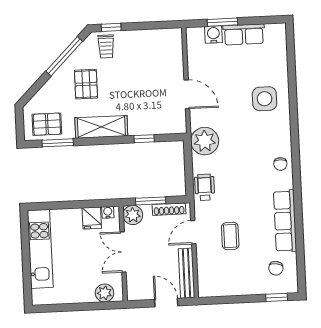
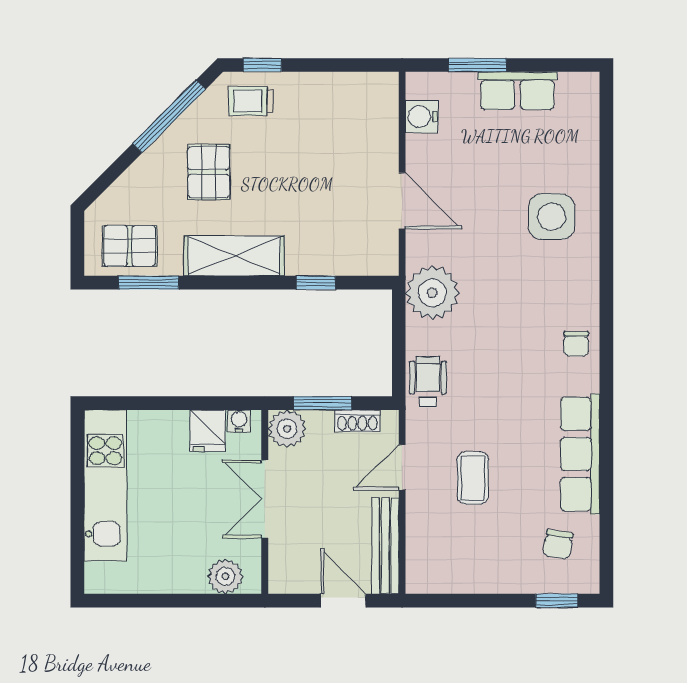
water cooler: (213, 35) -> (422, 117), moved, turned -90
trolley: (106, 46) -> (251, 101), turned 90
shoe rack: (169, 209) -> (357, 421), width x0.70

